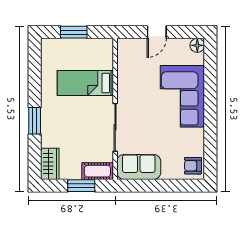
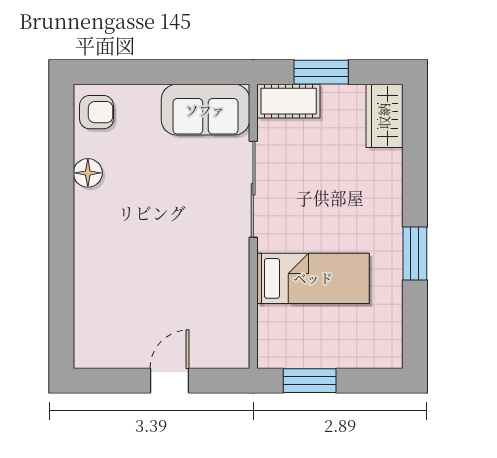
window: (74, 32) -> (310, 381), moved
floor lamp: (197, 45) -> (88, 173), moved
corner sofa: (182, 96) -> (118, 252), removed
window: (35, 121) -> (415, 253), moved

